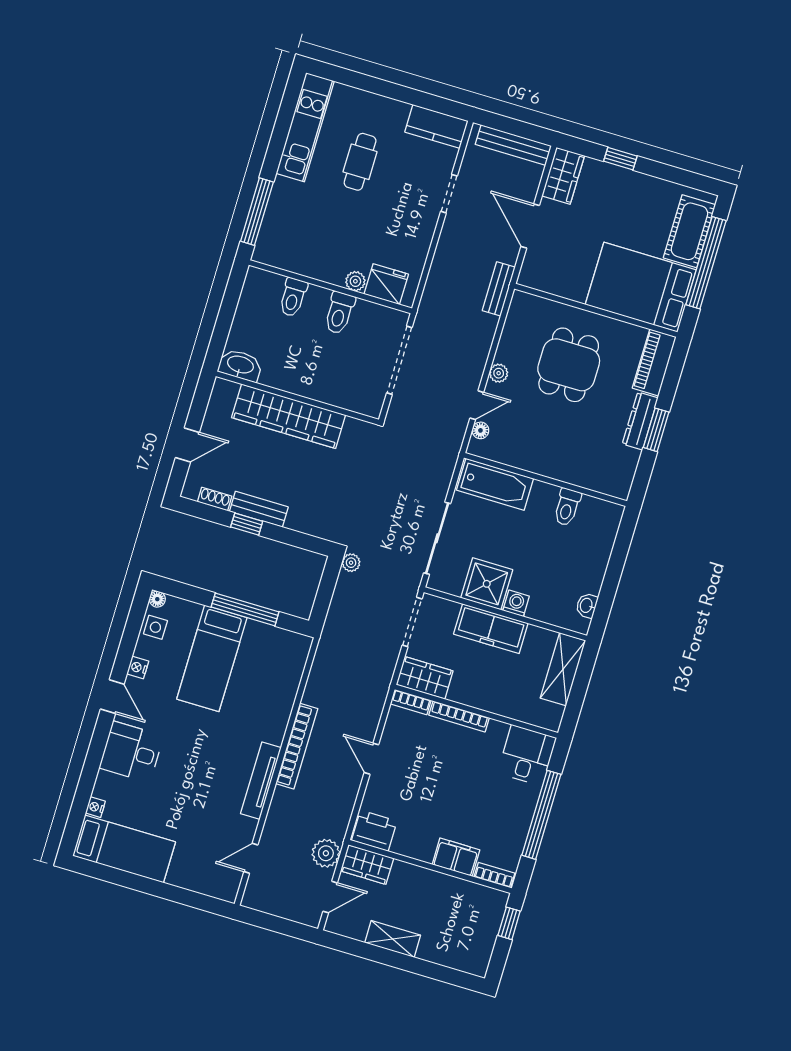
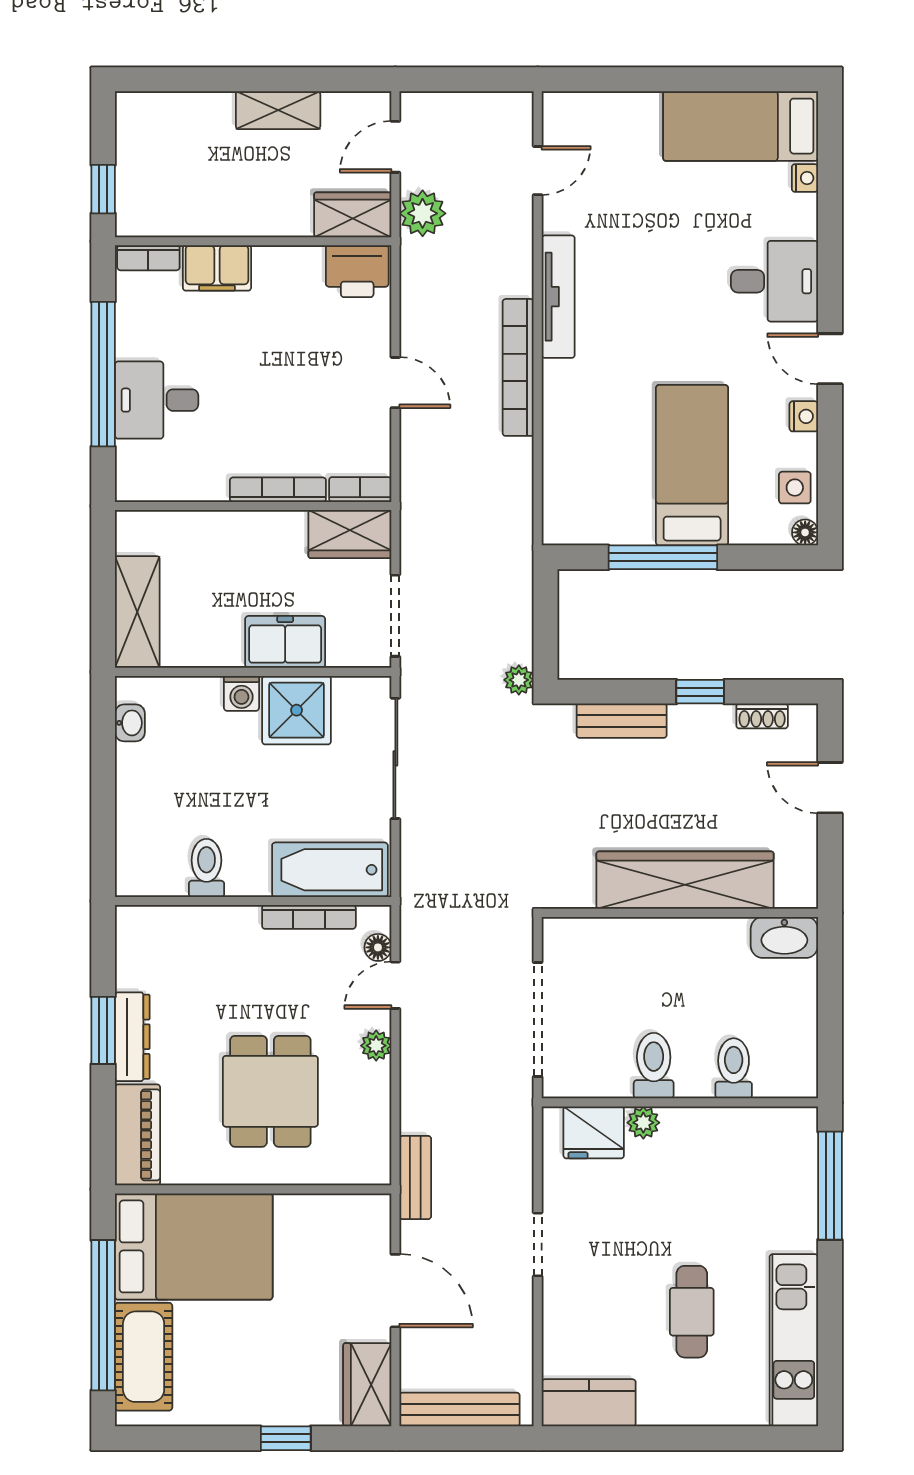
doorway: (449, 194) -> (538, 1244), moved
door: (187, 445) -> (830, 788), hinge flipped
bookcase: (516, 460) -> (309, 917), added
bench: (259, 509) -> (622, 721), moved
freezer: (491, 629) -> (285, 642), width x0.71
desk: (527, 755) -> (157, 400), moved, turned 90

